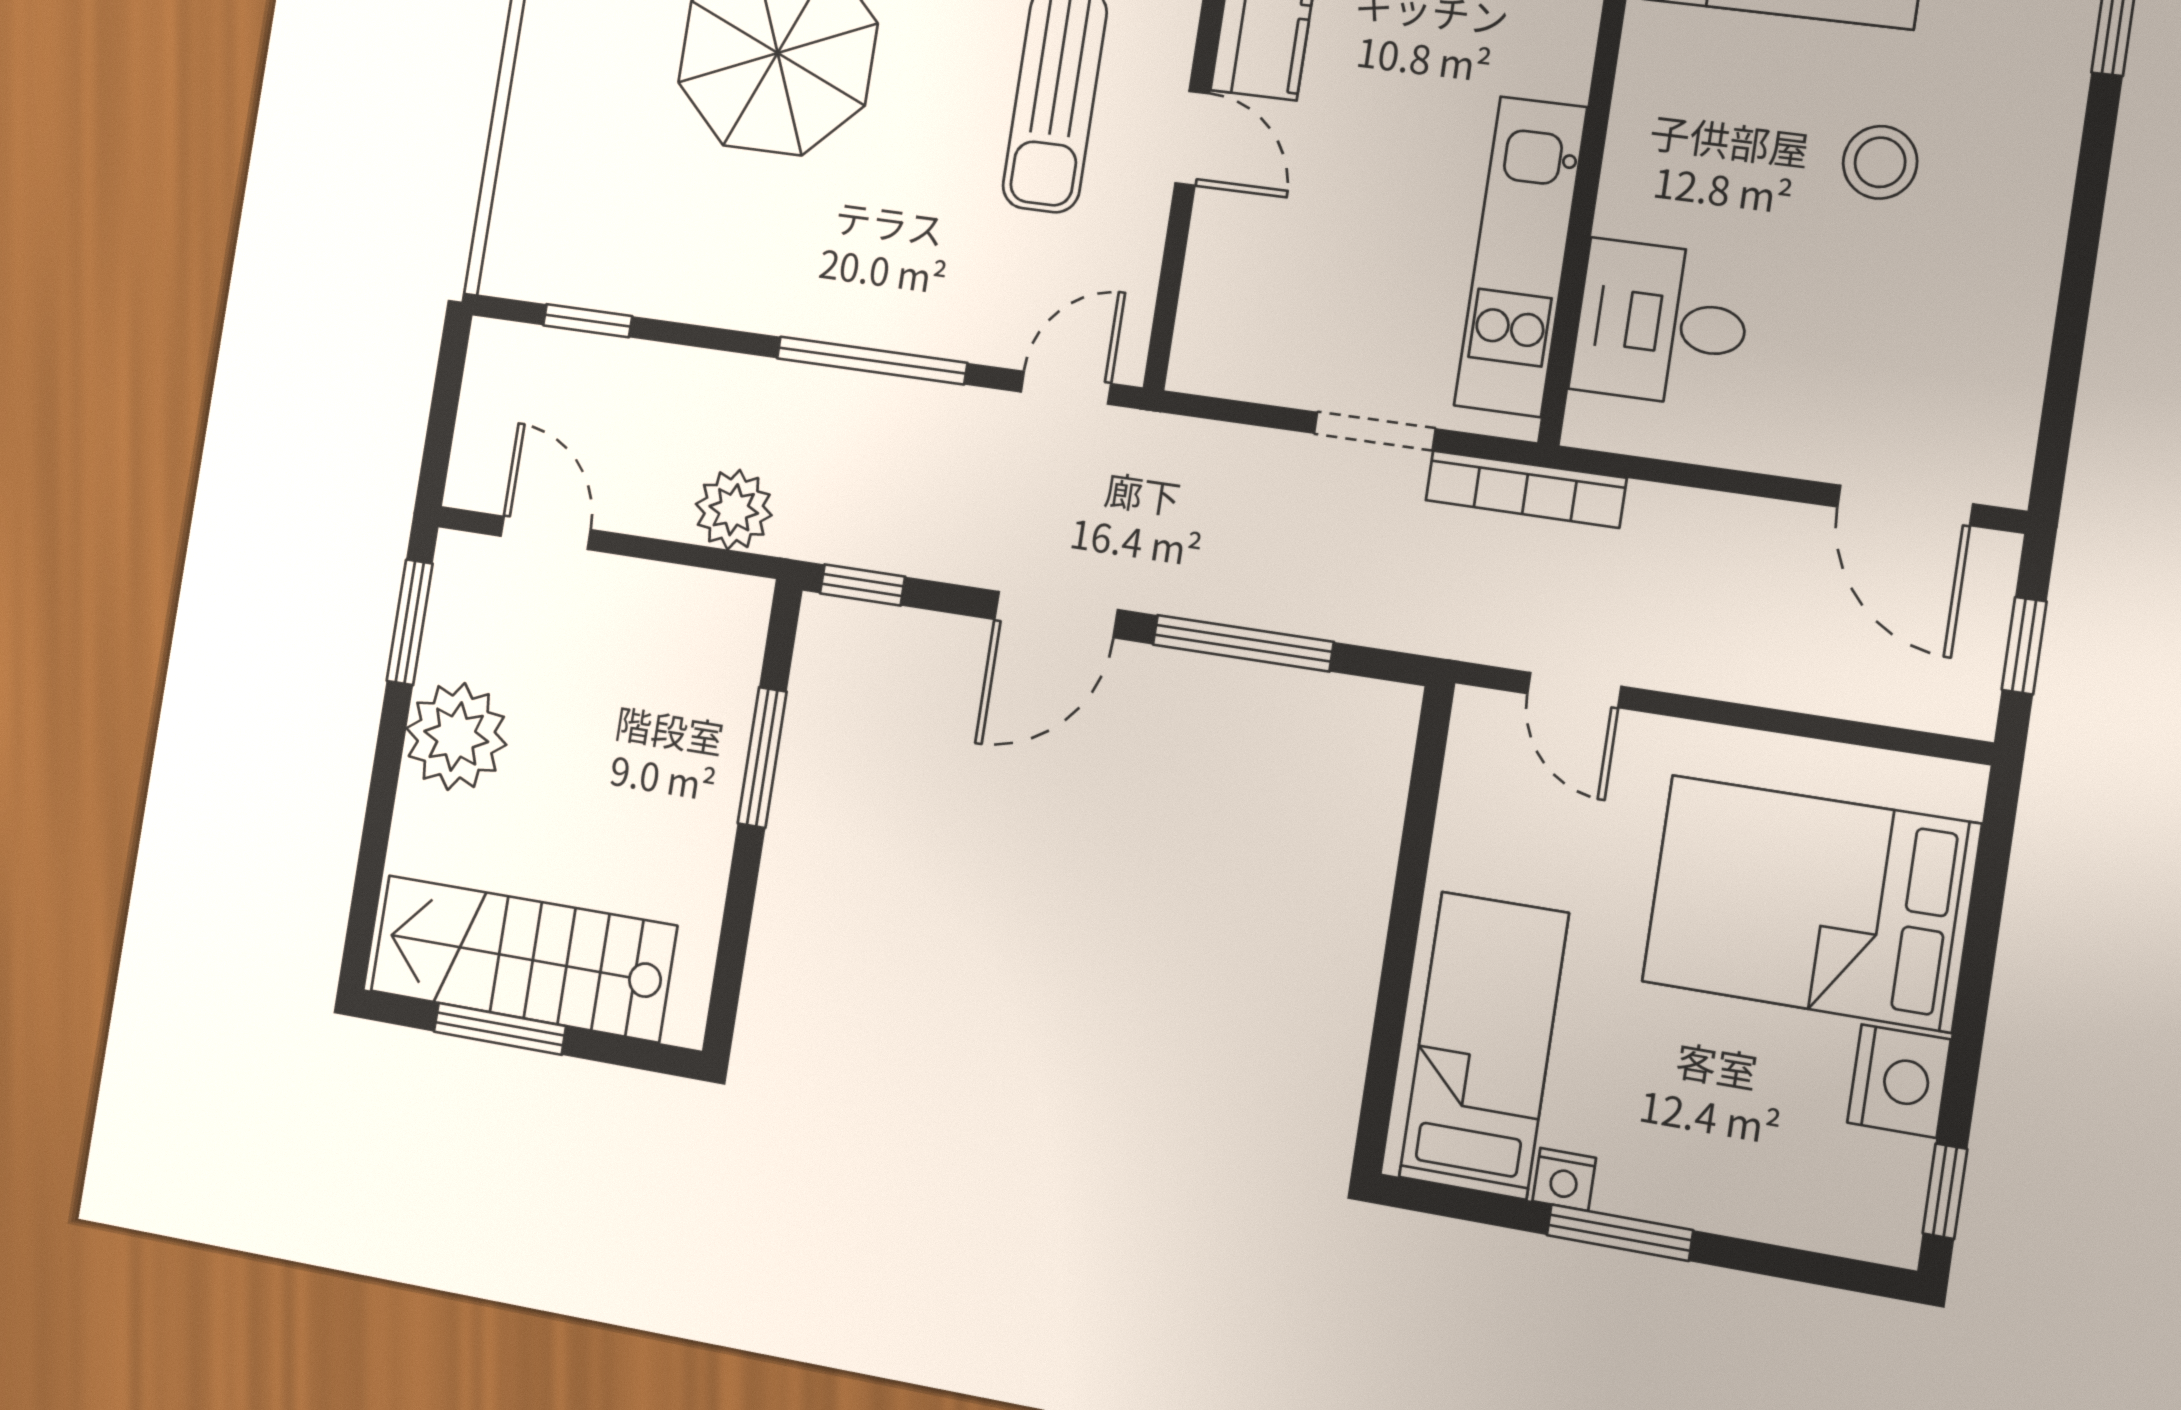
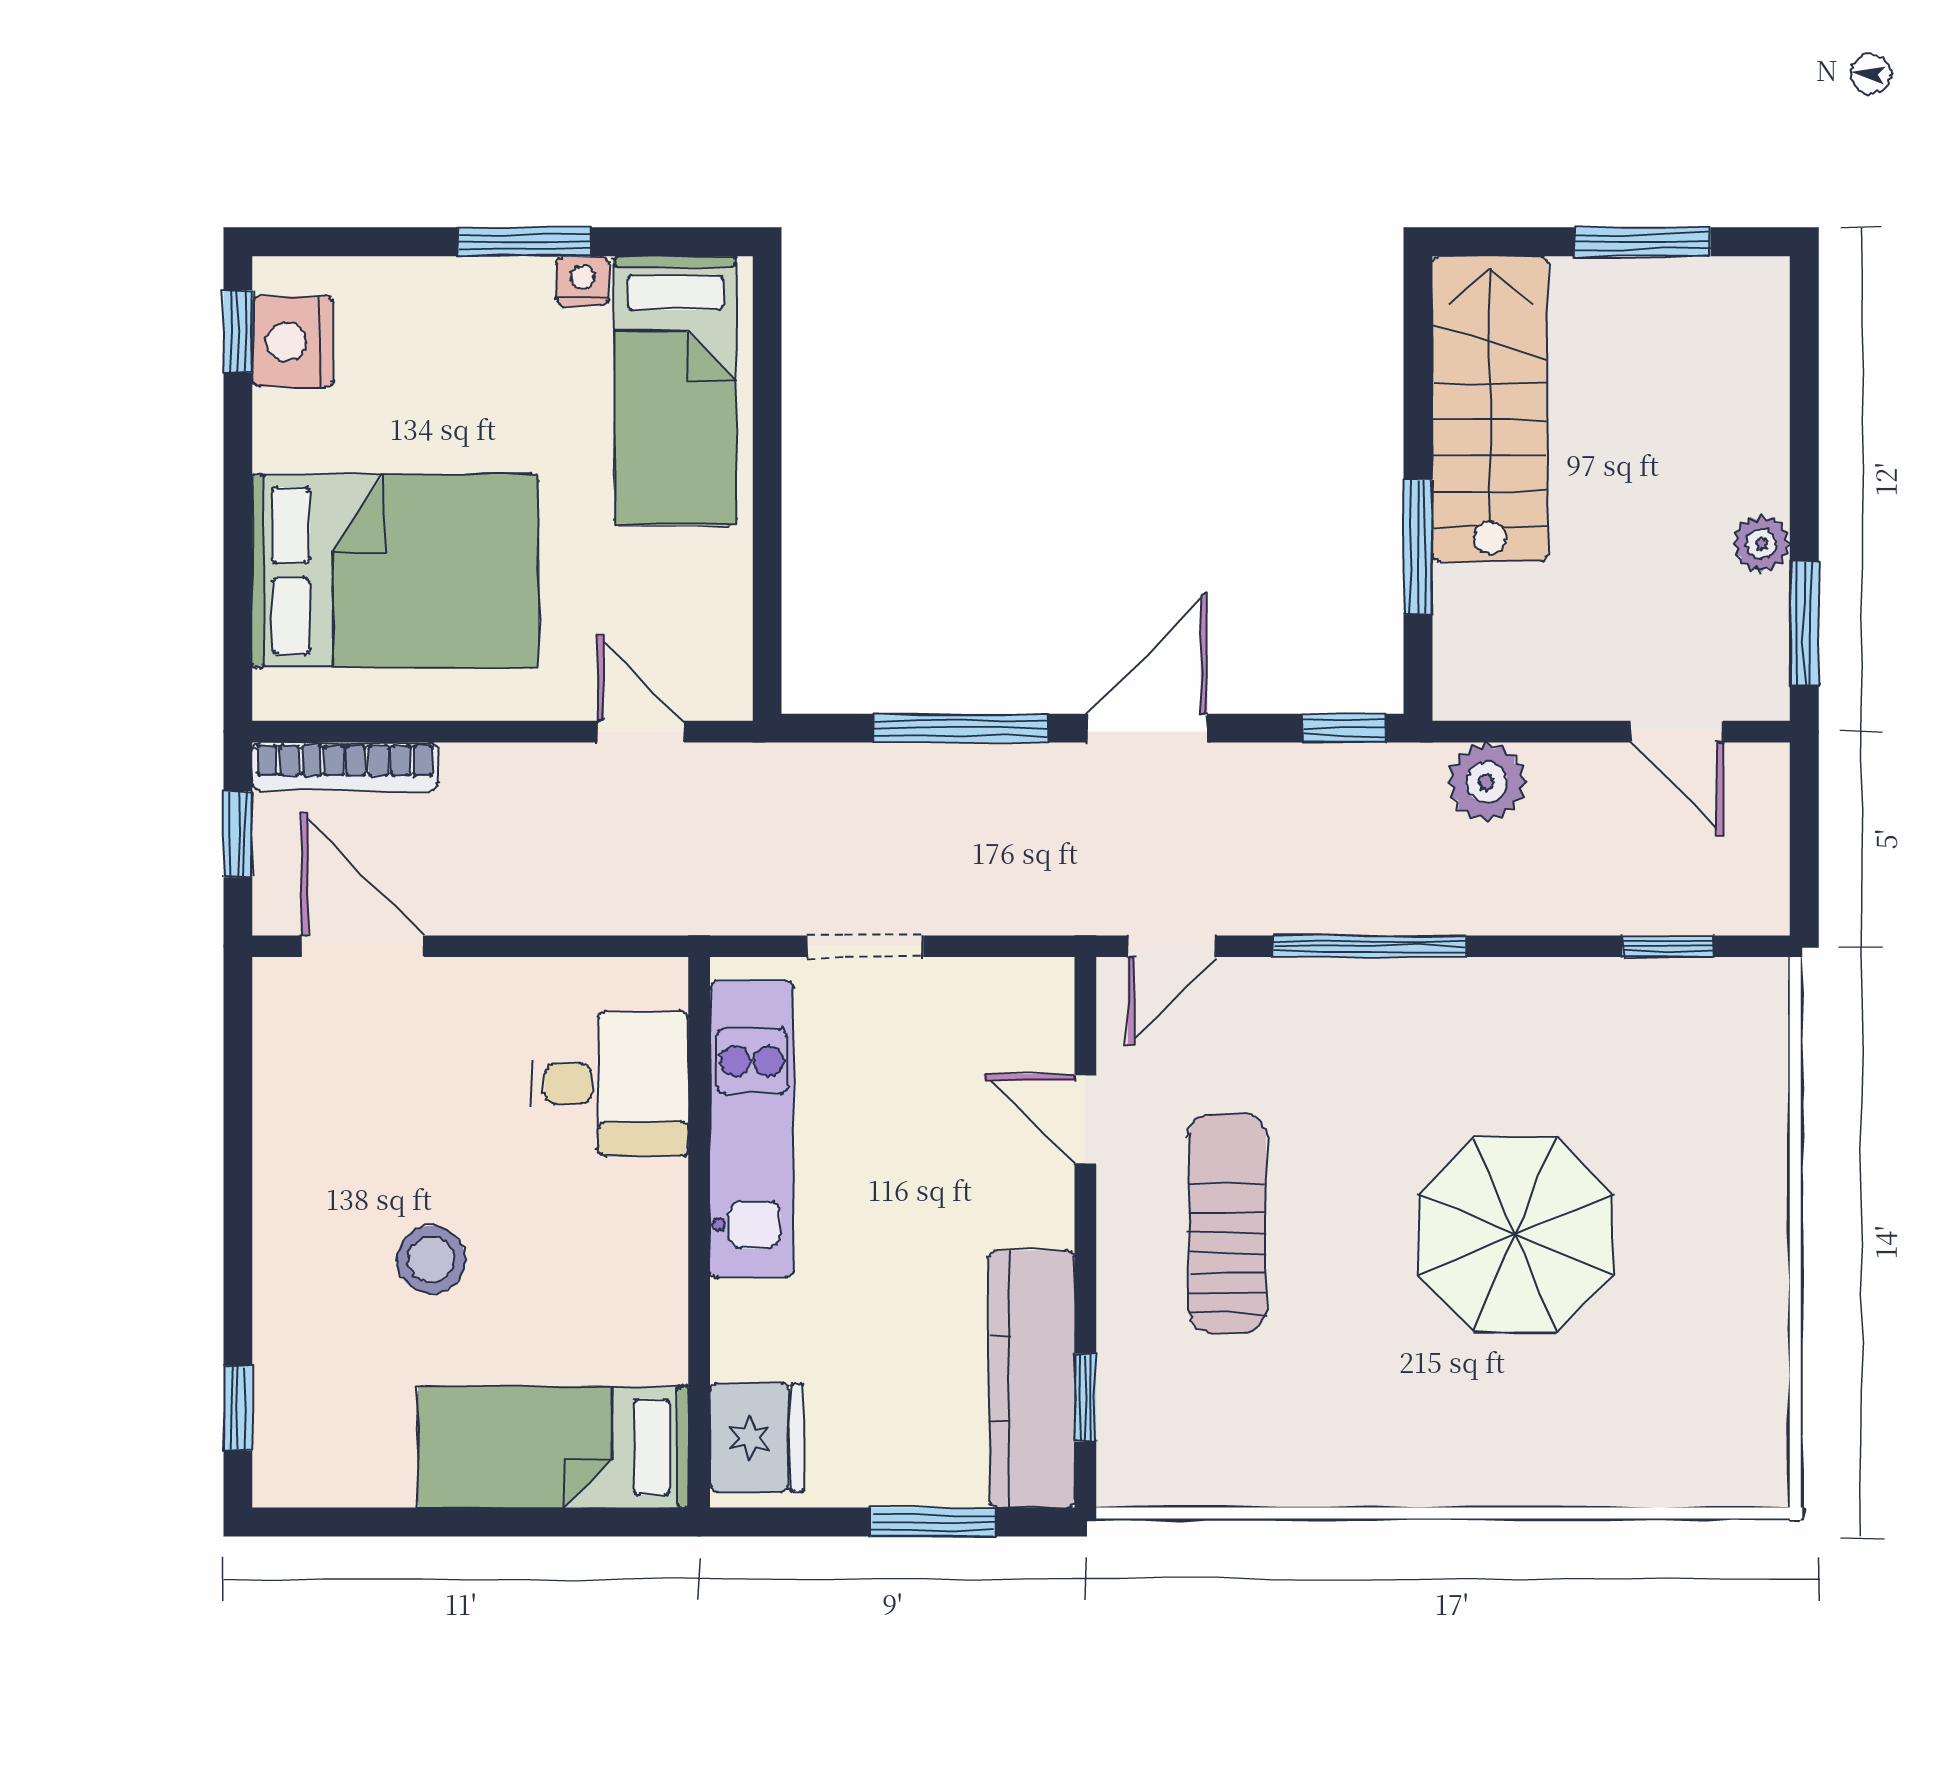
door: (1192, 138) -> (1085, 1119), moved
bookcase: (1526, 489) -> (345, 766), moved, turned 180
plant: (456, 736) -> (1761, 543), width x0.53, depth x0.53
stairs: (523, 958) -> (1490, 409), moved, turned -90
nightstand: (1899, 1081) -> (293, 342), moved

